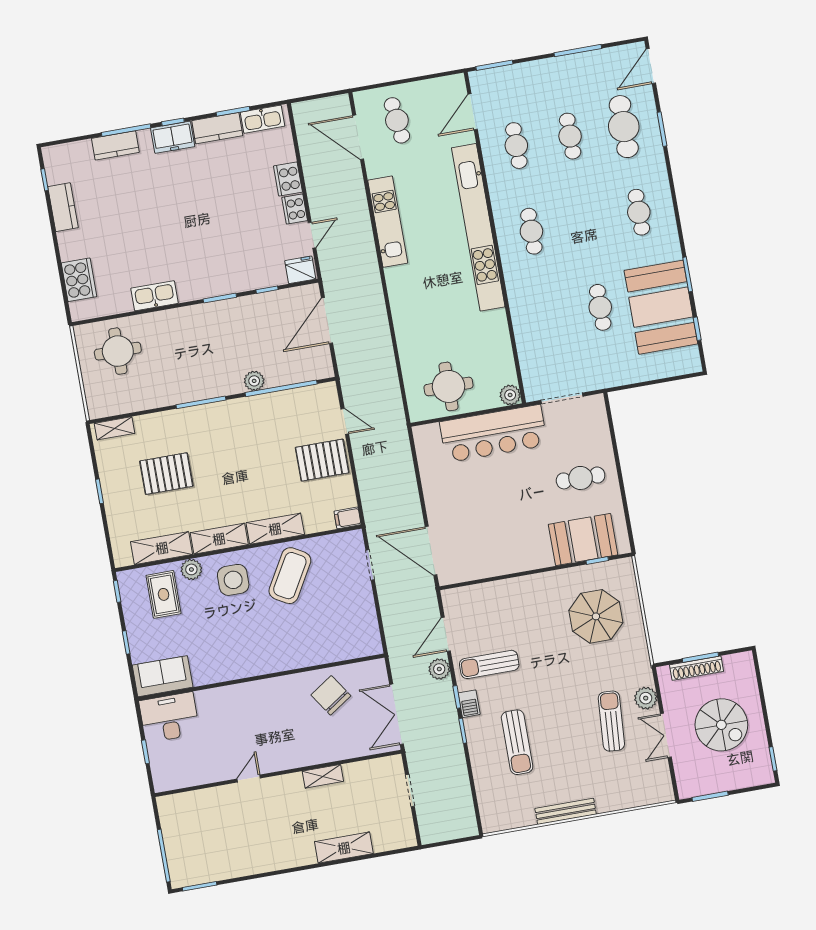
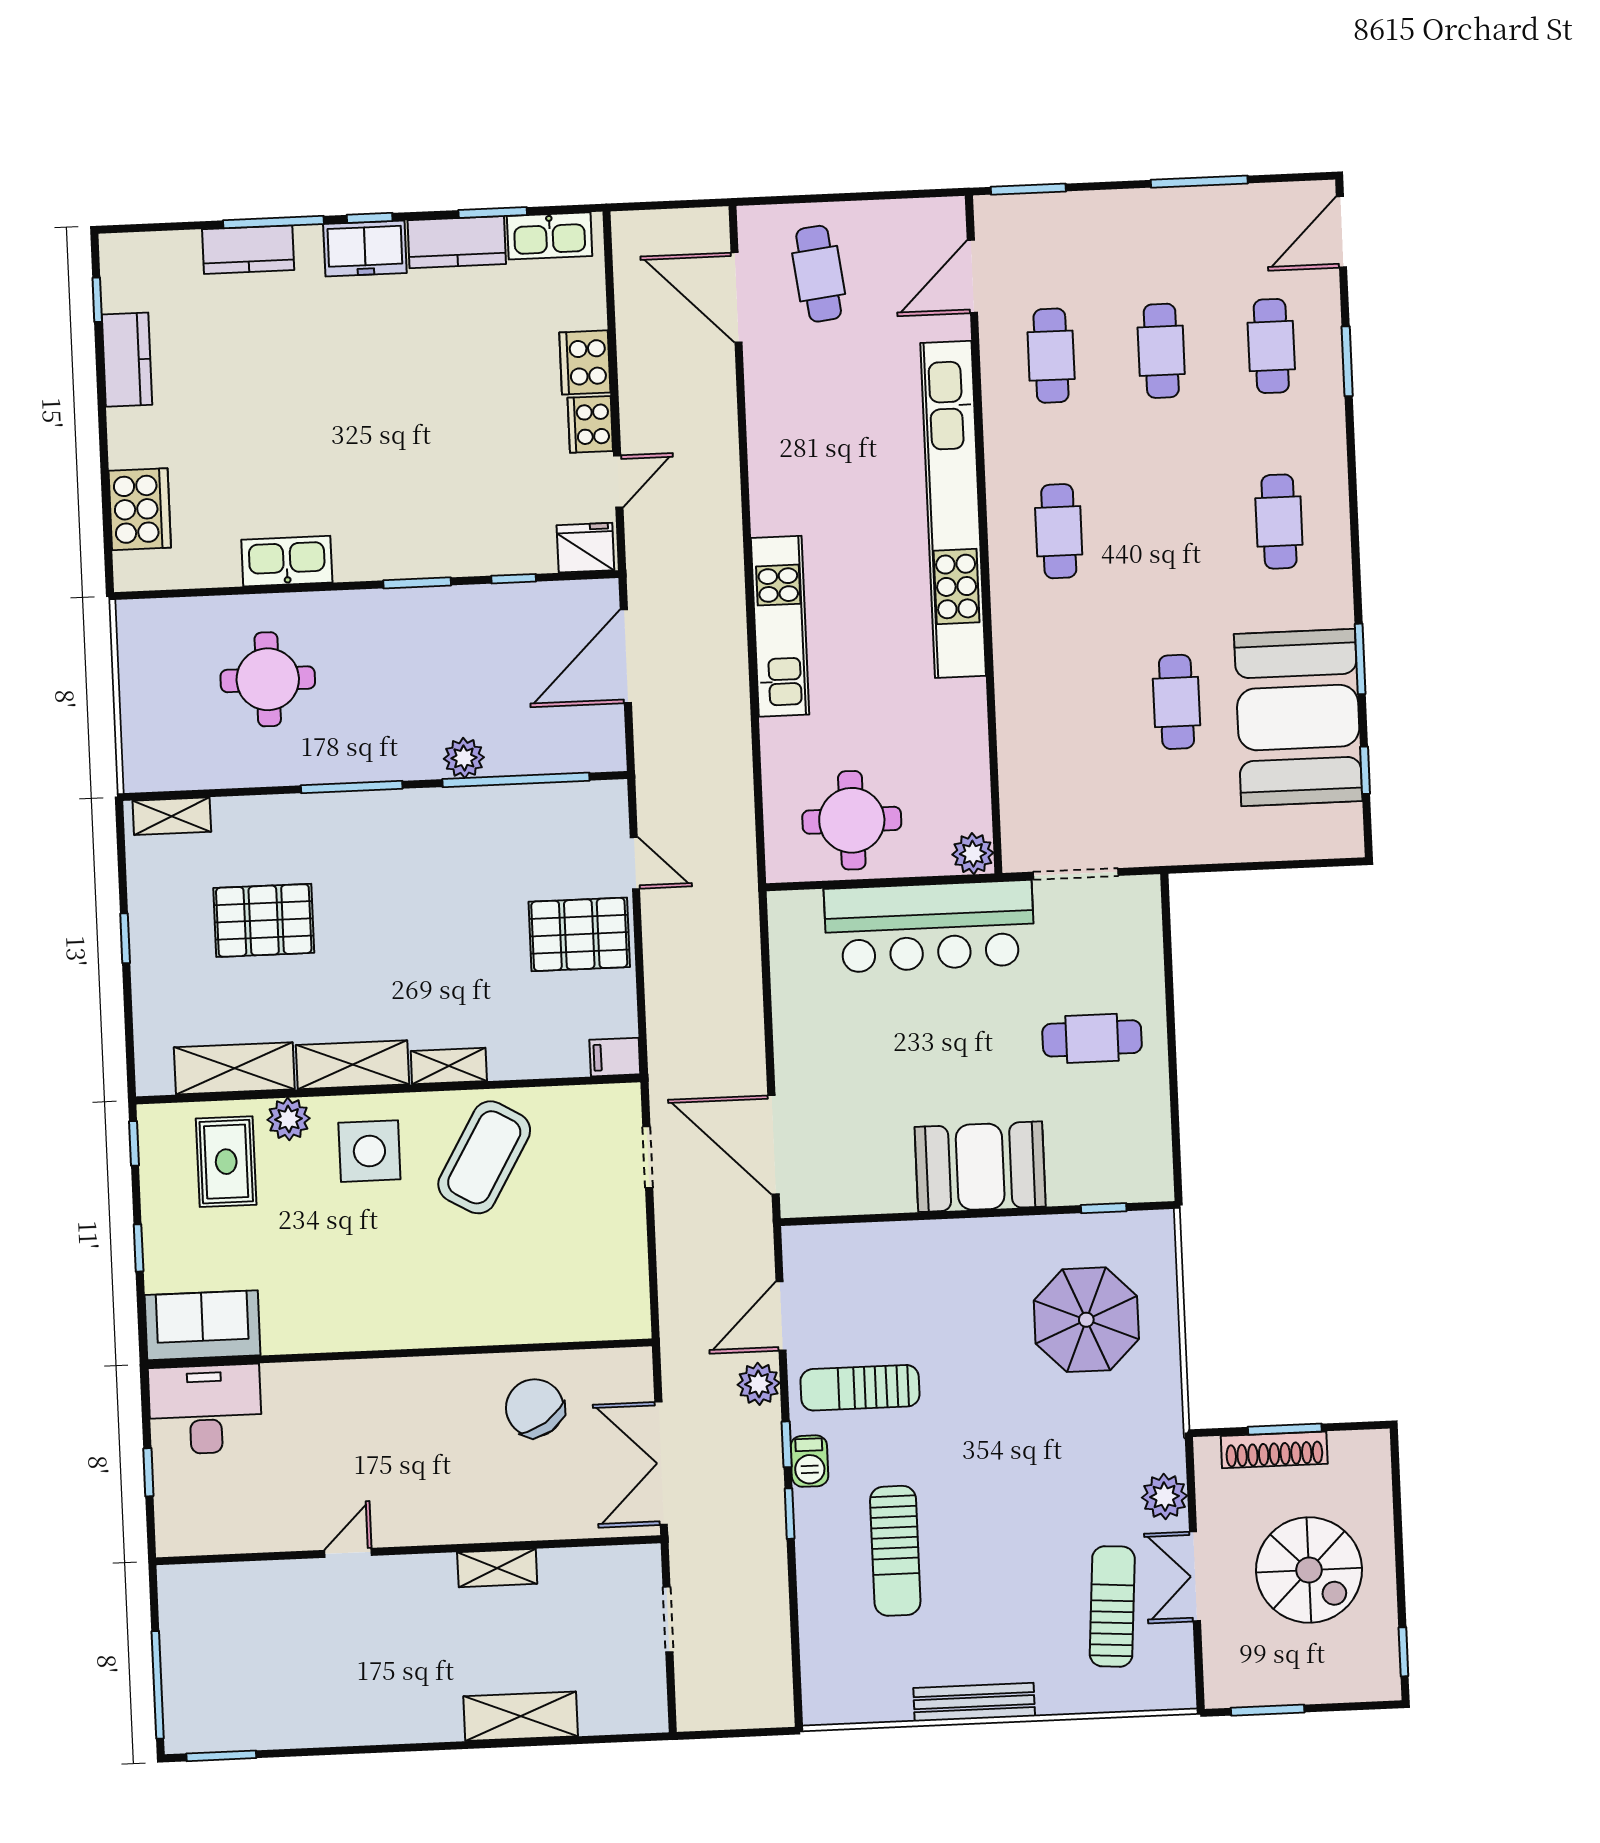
cafe table: (624, 127) -> (1271, 346), width x0.73, depth x0.74
kitchen unit: (388, 222) -> (780, 626), moved
round table: (118, 351) -> (268, 679), moved
shelving: (275, 529) -> (449, 1066), width x0.67, depth x0.75
booth: (583, 540) -> (980, 1167), moved
sun lounger: (611, 721) -> (1112, 1606), moved

